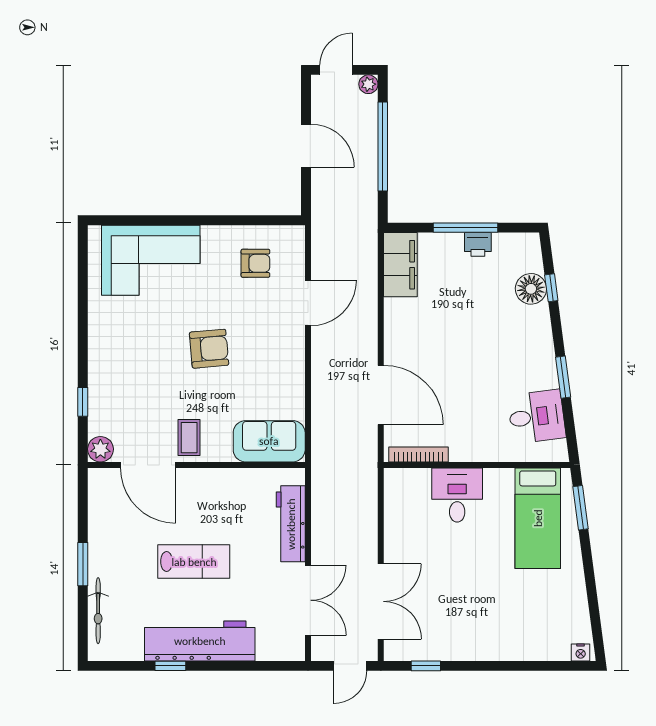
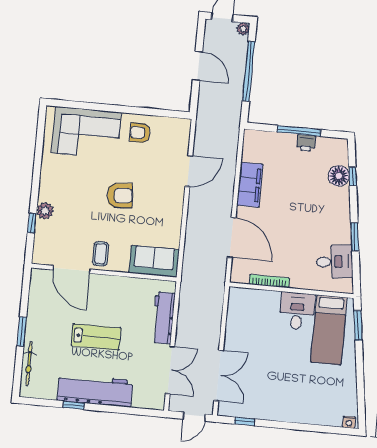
armchair: (255, 263) -> (140, 133), moved, turned 180
filing cabinet: (400, 265) -> (250, 185), moved
plant: (100, 449) -> (45, 211), moved
bookcase: (418, 454) -> (269, 281), moved
desk: (457, 495) -> (297, 311), moved

